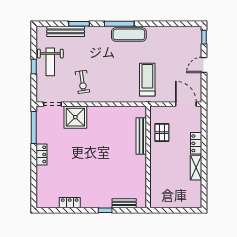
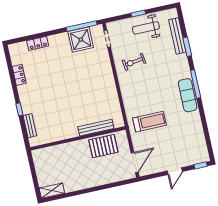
door: (204, 65) -> (175, 171), swing flipped
shower: (75, 117) -> (81, 40), moved
pallet: (162, 133) -> (103, 146), width x1.50, depth x1.42
locker: (196, 143) -> (100, 180), removed
locker: (42, 154) -> (38, 43), moved
shelving: (196, 168) -> (52, 191), moved

